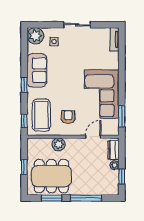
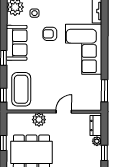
corner sofa: (102, 94) -> (84, 49), moved
armchair: (68, 117) -> (50, 34), moved, turned -90
door: (93, 137) -> (64, 112), moved

